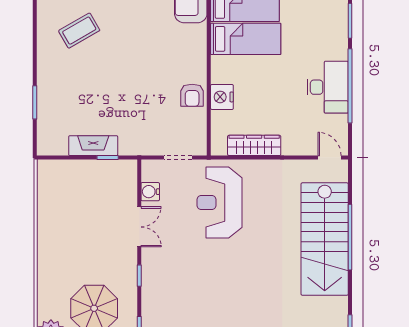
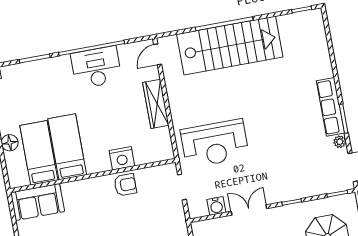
wardrobe: (254, 145) -> (156, 104), moved

